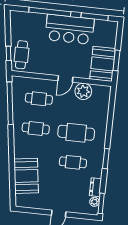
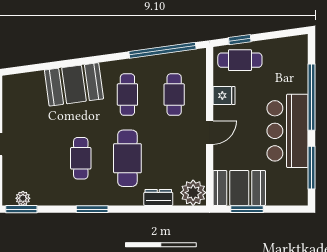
fridge: (43, 67) -> (224, 96), added
door: (65, 79) -> (210, 133), swing flipped
plant: (83, 91) -> (193, 193), moved
booth: (26, 176) -> (74, 84), moved
dresser: (95, 187) -> (158, 197), moved

